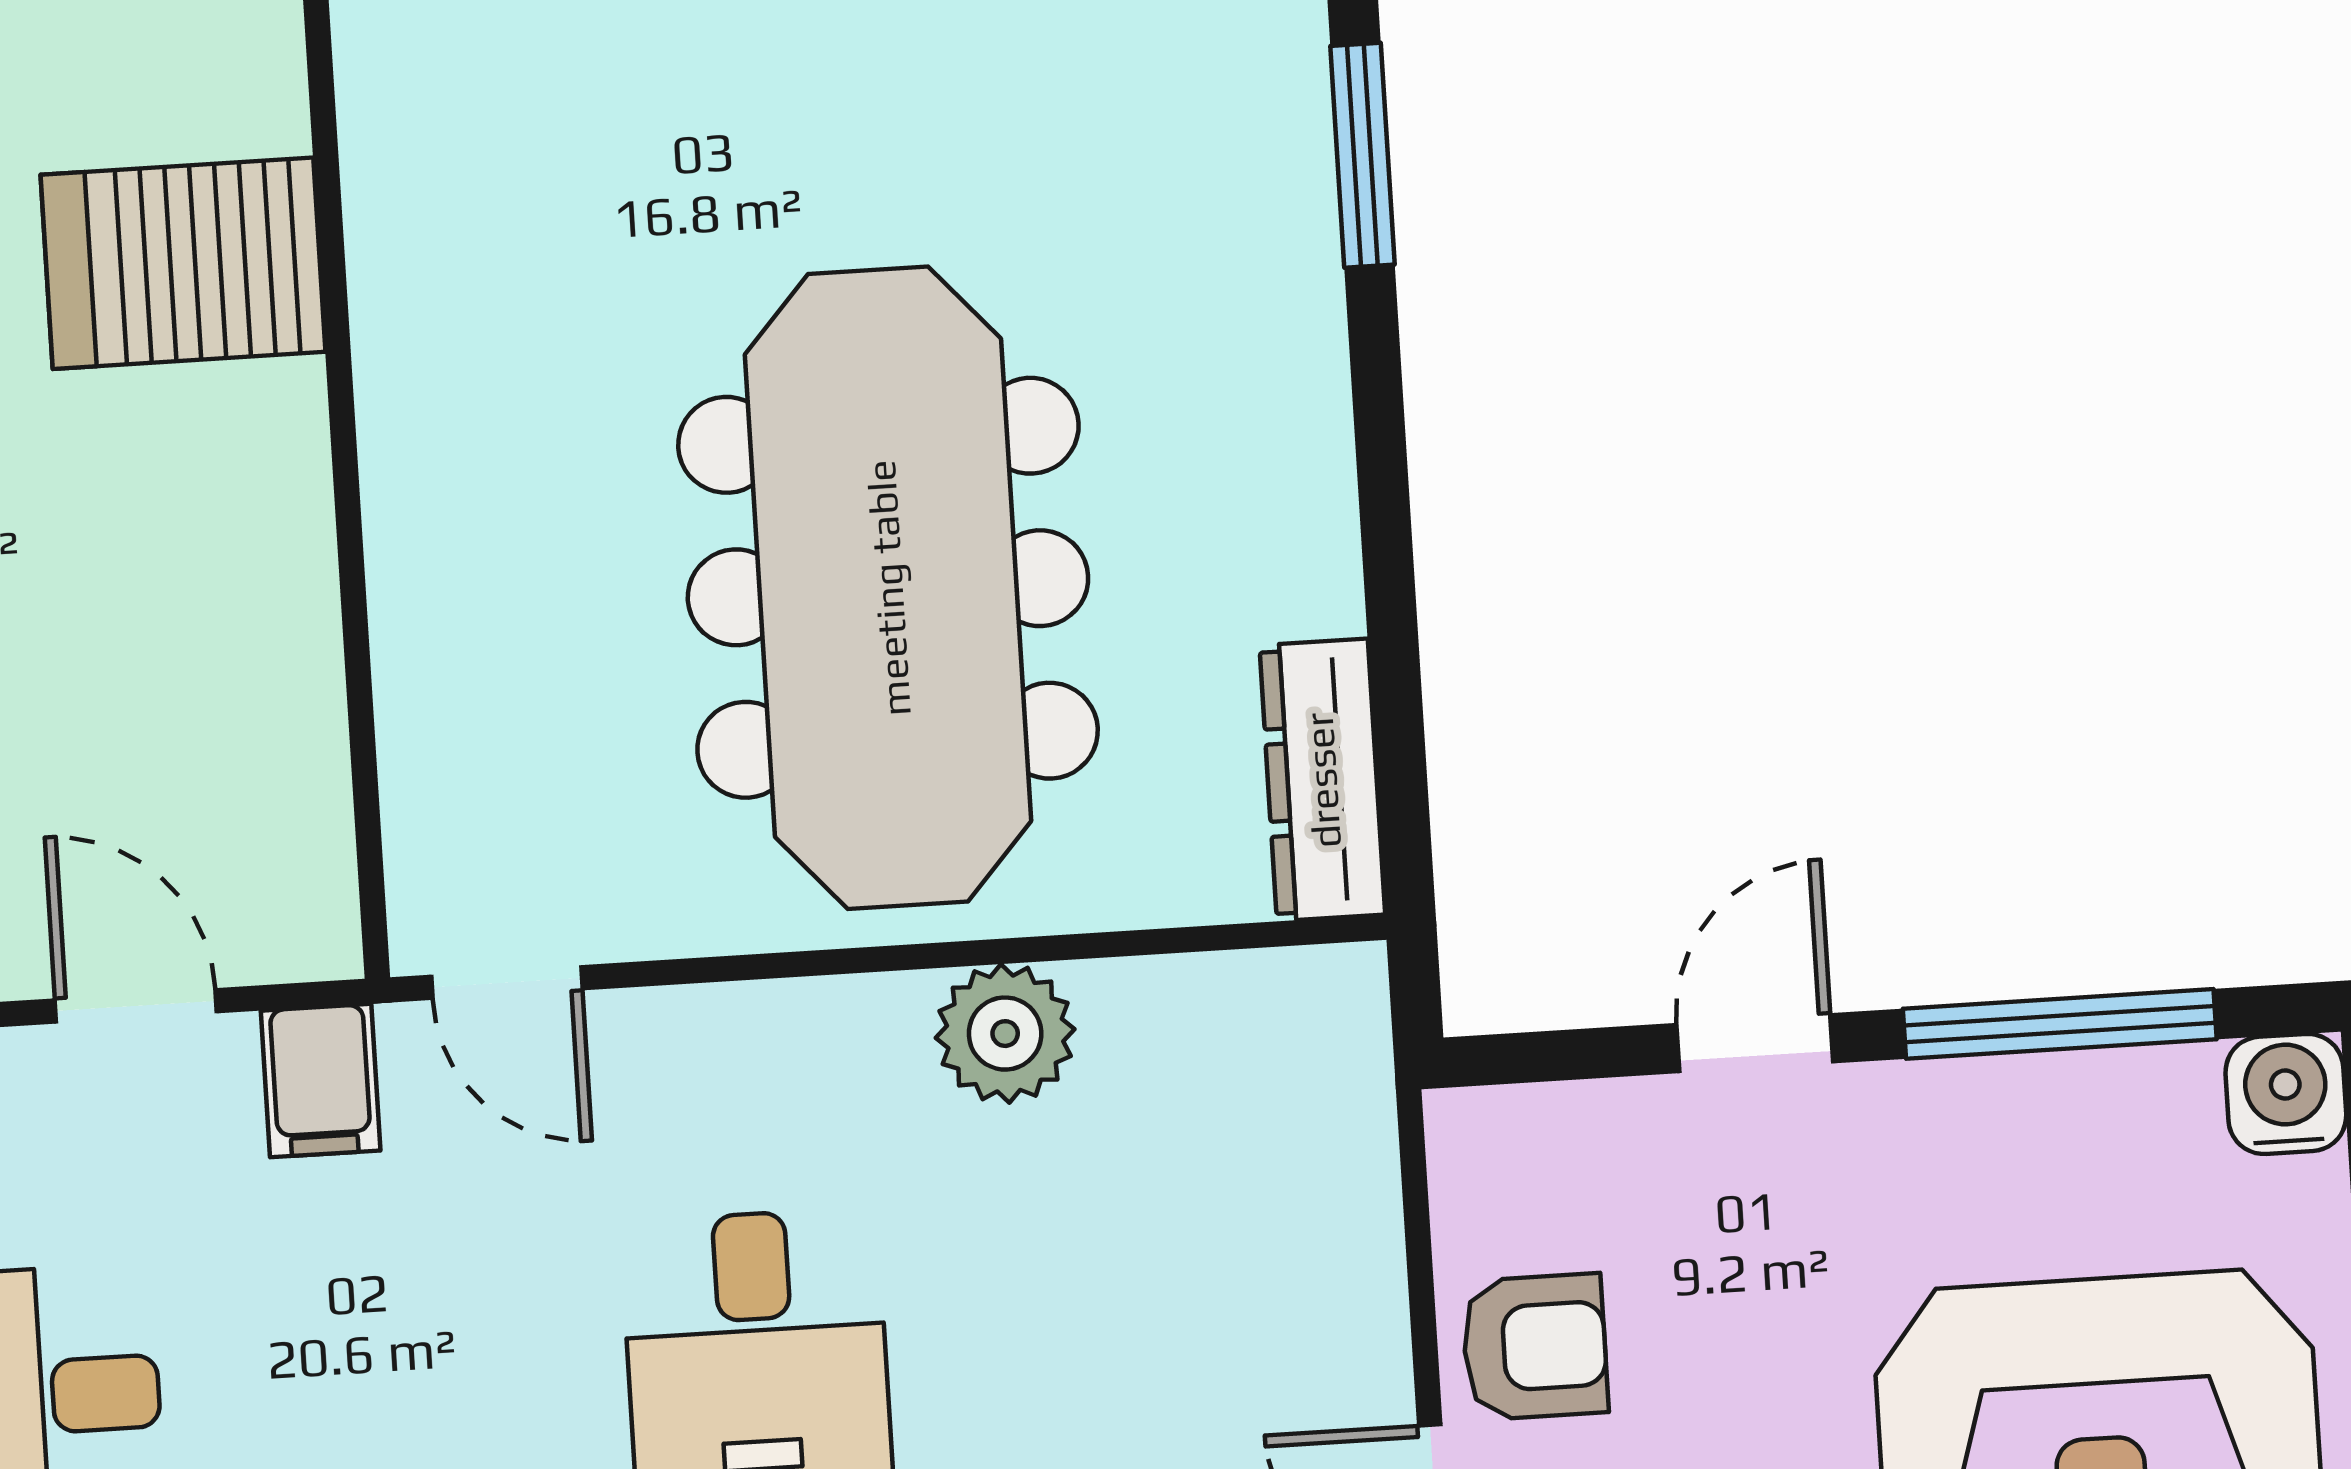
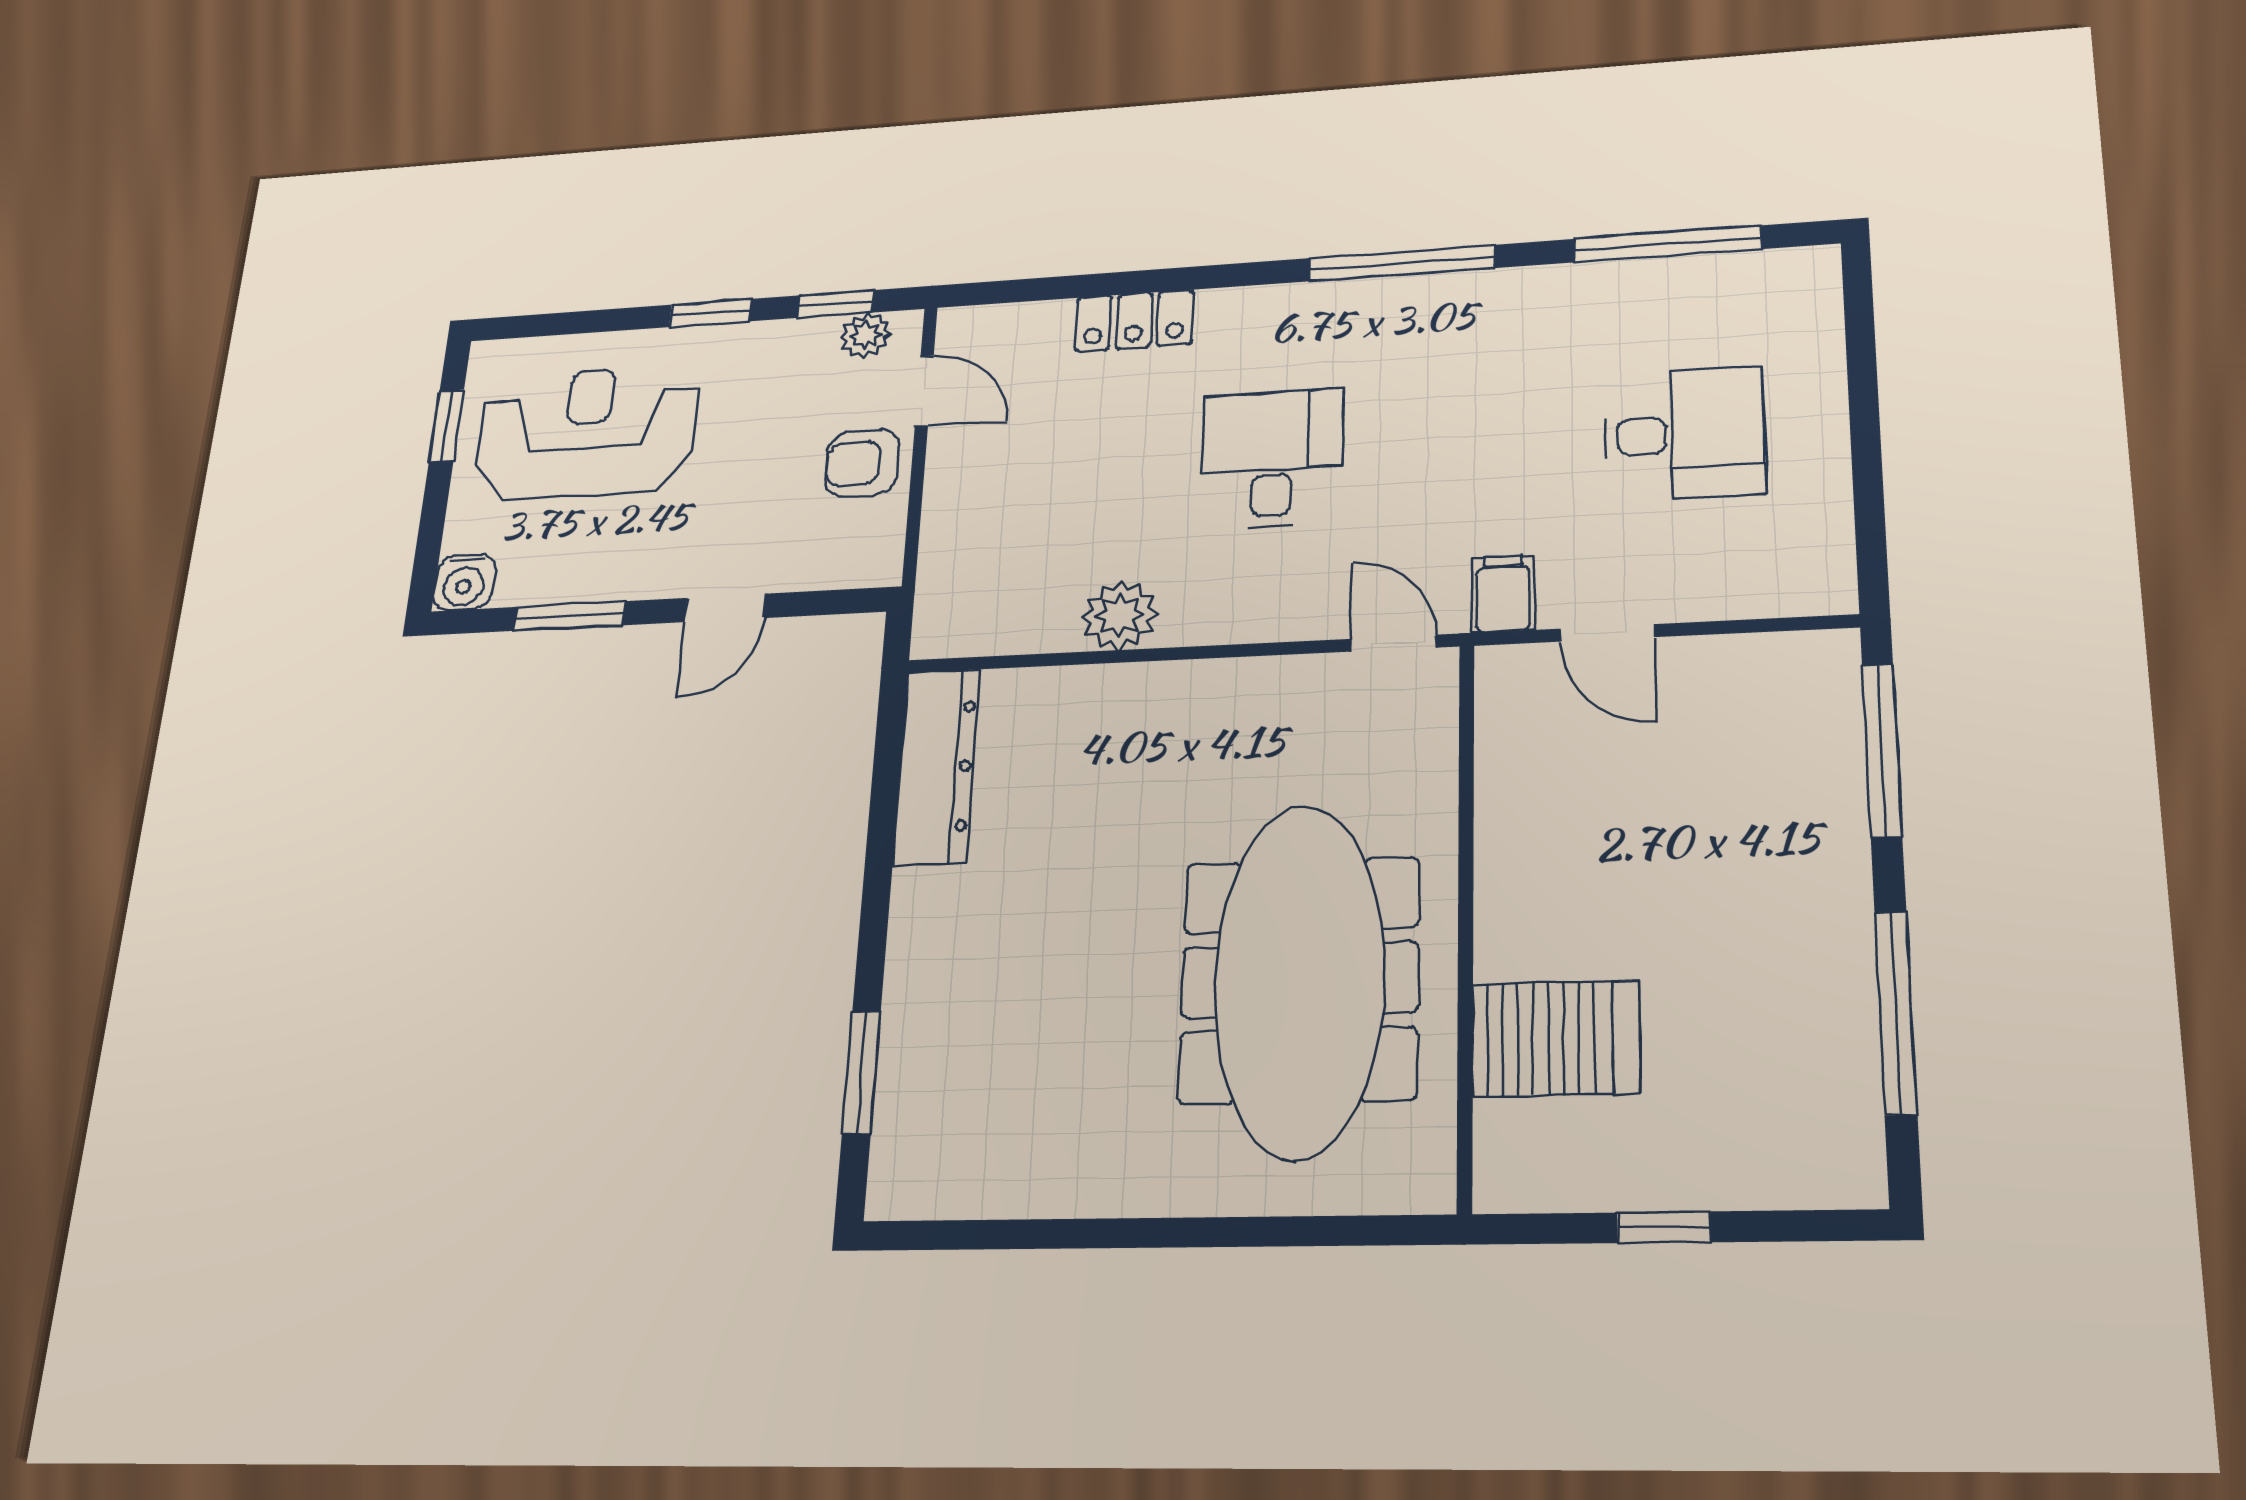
meeting table: (888, 588) -> (1300, 980), moved
dresser: (1322, 780) -> (937, 767), width x1.37, depth x1.24
window: (2060, 1024) -> (570, 616), width x0.69

